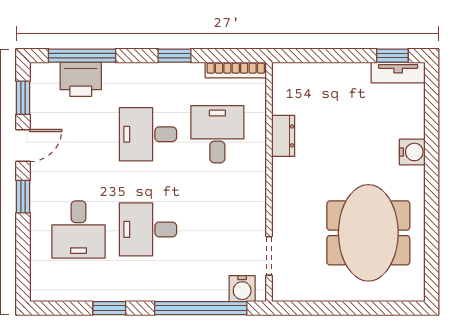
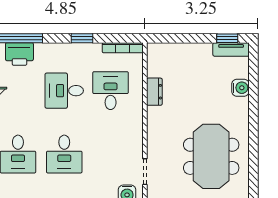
water cooler: (412, 152) -> (240, 88), moved
desk: (148, 229) -> (64, 154), turned -90

